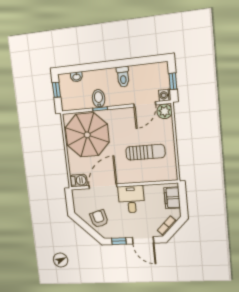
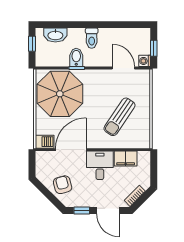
washbasin: (77, 77) -> (55, 35), width x1.91, depth x1.45
toilet: (123, 77) -> (92, 38), moved
door: (145, 104) -> (123, 68), swing flipped
plant: (165, 111) -> (143, 77), removed
sun lounger: (145, 152) -> (119, 117), turned 124
filing cabinet: (172, 198) -> (126, 158), moved, turned -90

